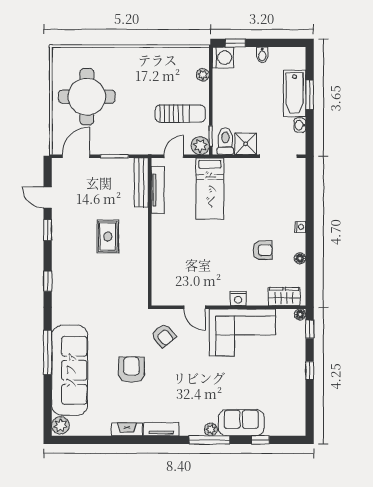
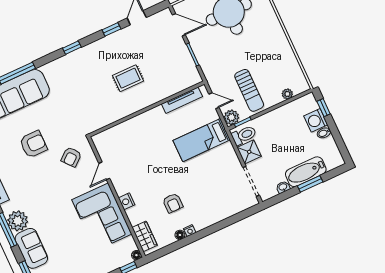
washing machine: (223, 58) -> (316, 120), moved, turned 90
bench: (141, 182) -> (182, 85), removed
nightstand: (300, 227) -> (190, 231), moved
plant: (211, 429) -> (18, 221), width x1.87, depth x1.87

